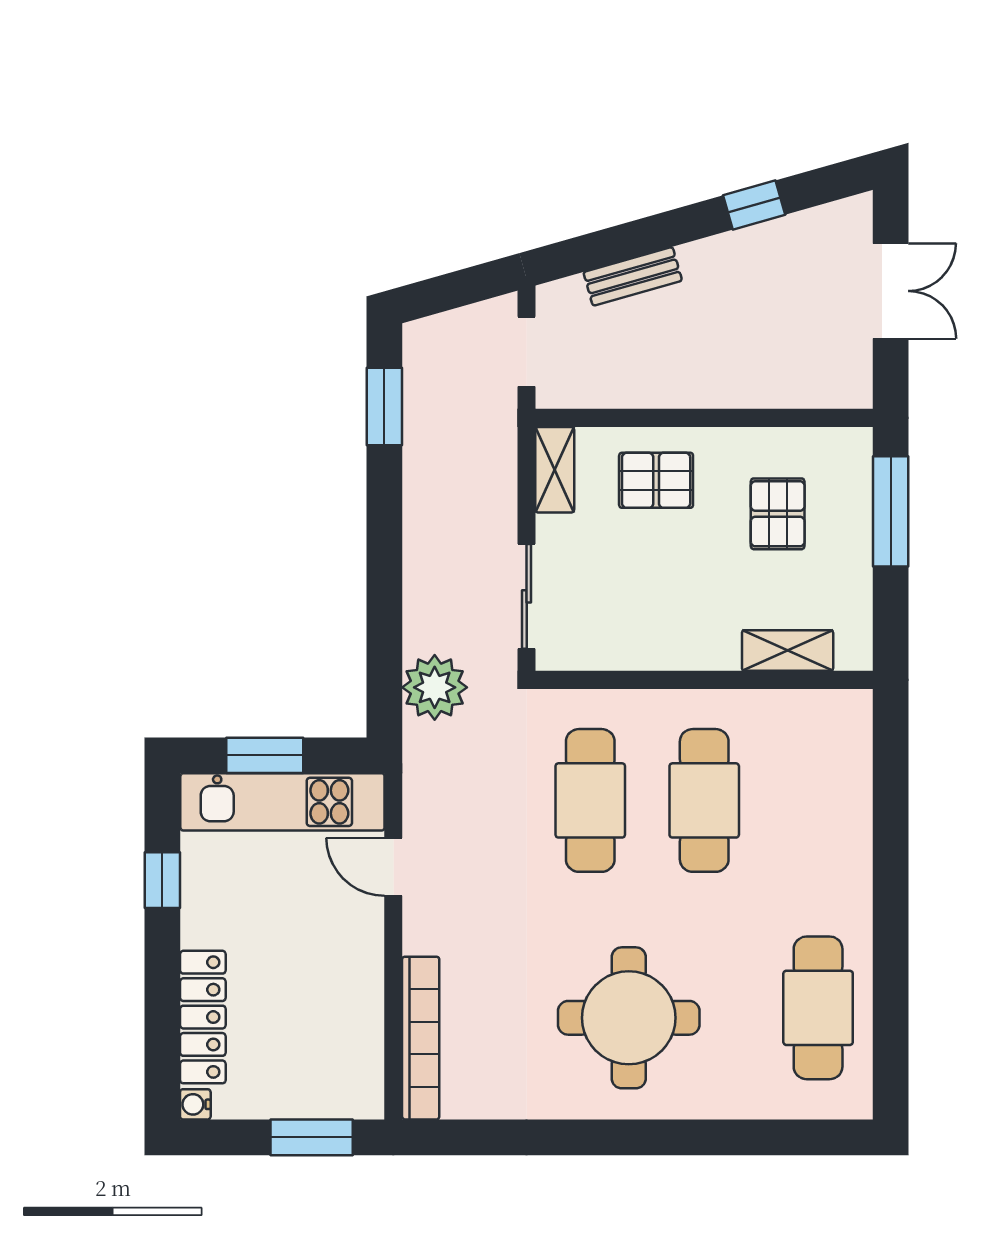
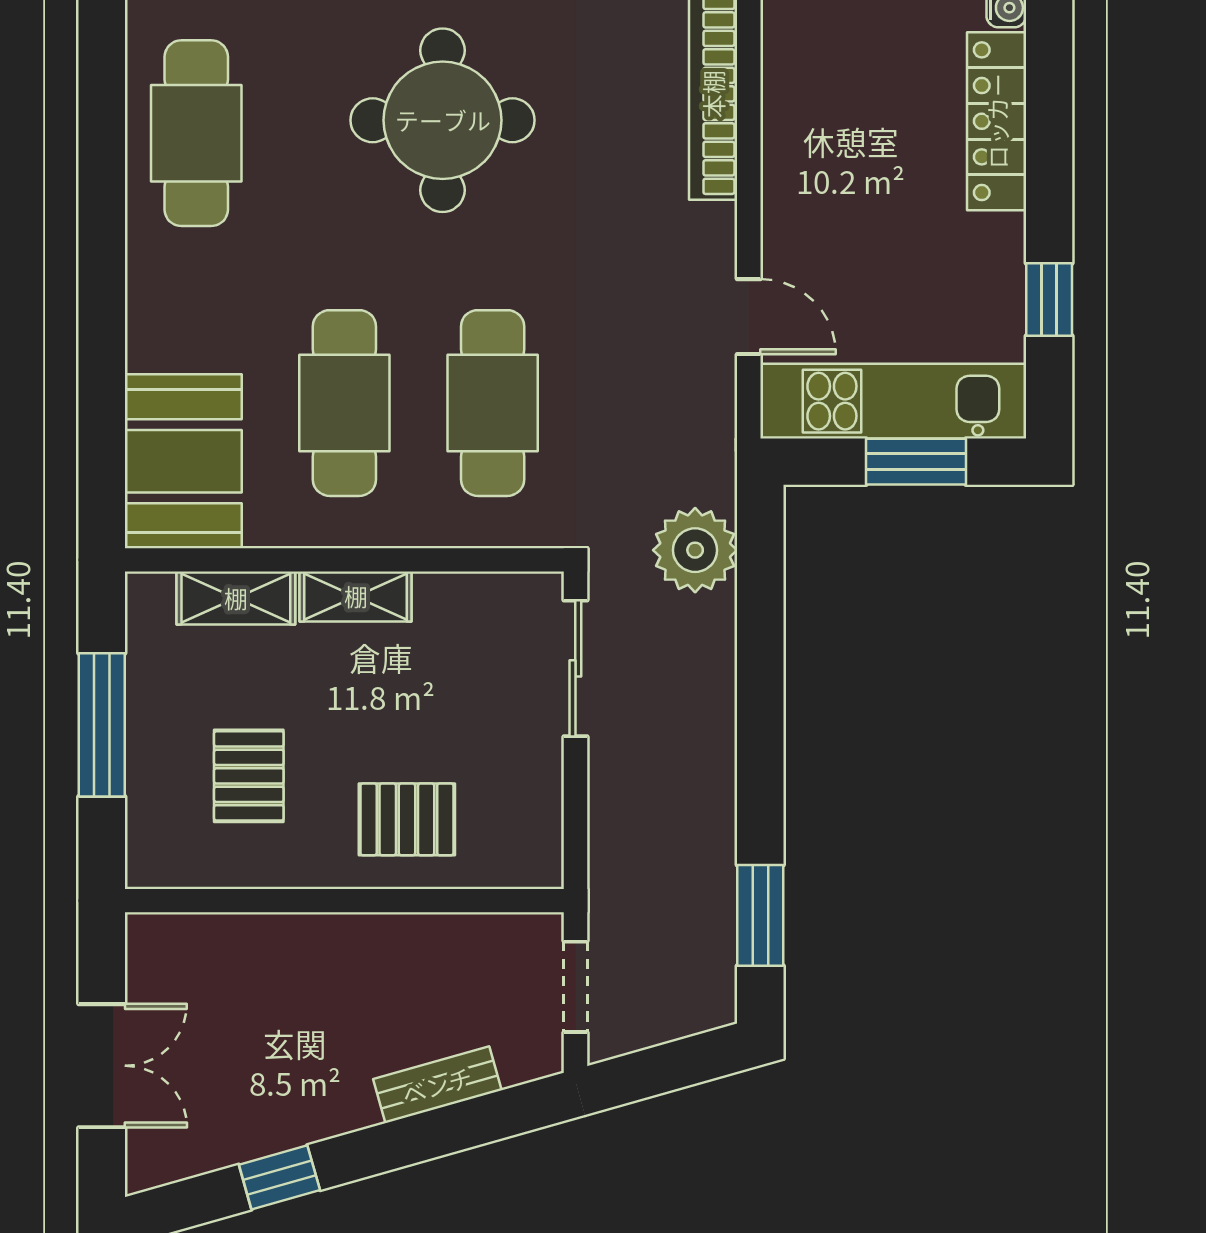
double door: (891, 291) -> (102, 1066), swing flipped
shelving: (555, 470) -> (356, 596), moved, turned 90
window: (891, 511) -> (102, 725), moved
booth: (828, 756) -> (183, 461), added

